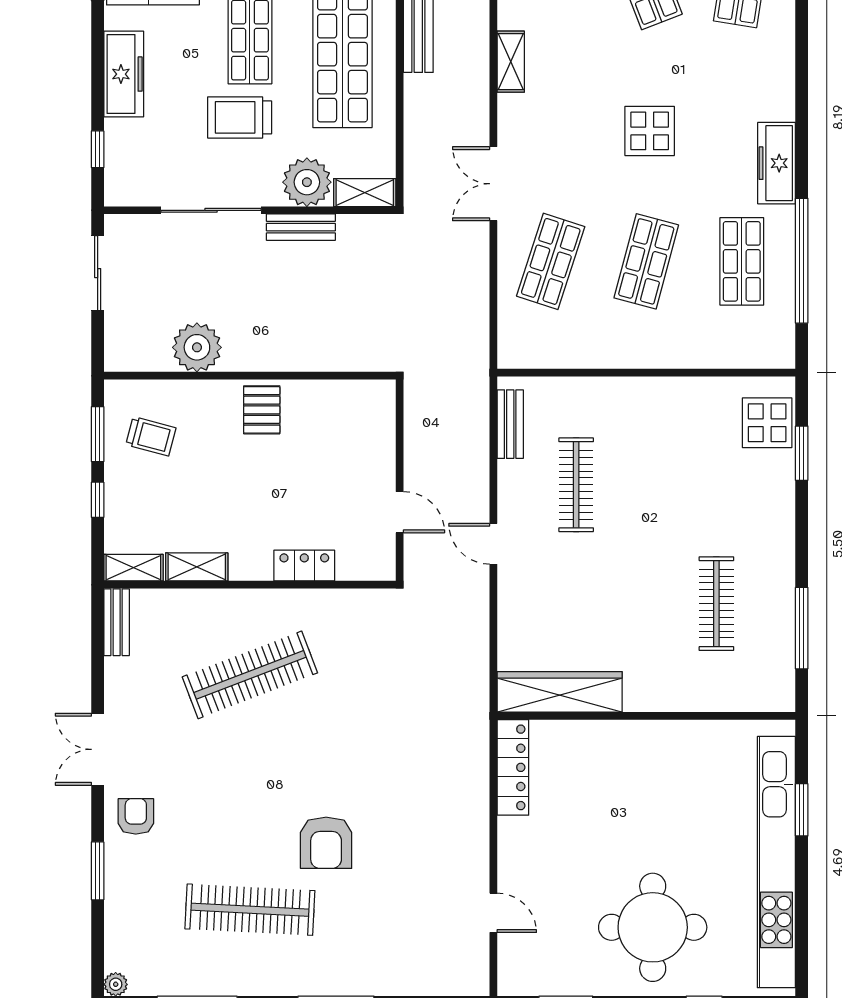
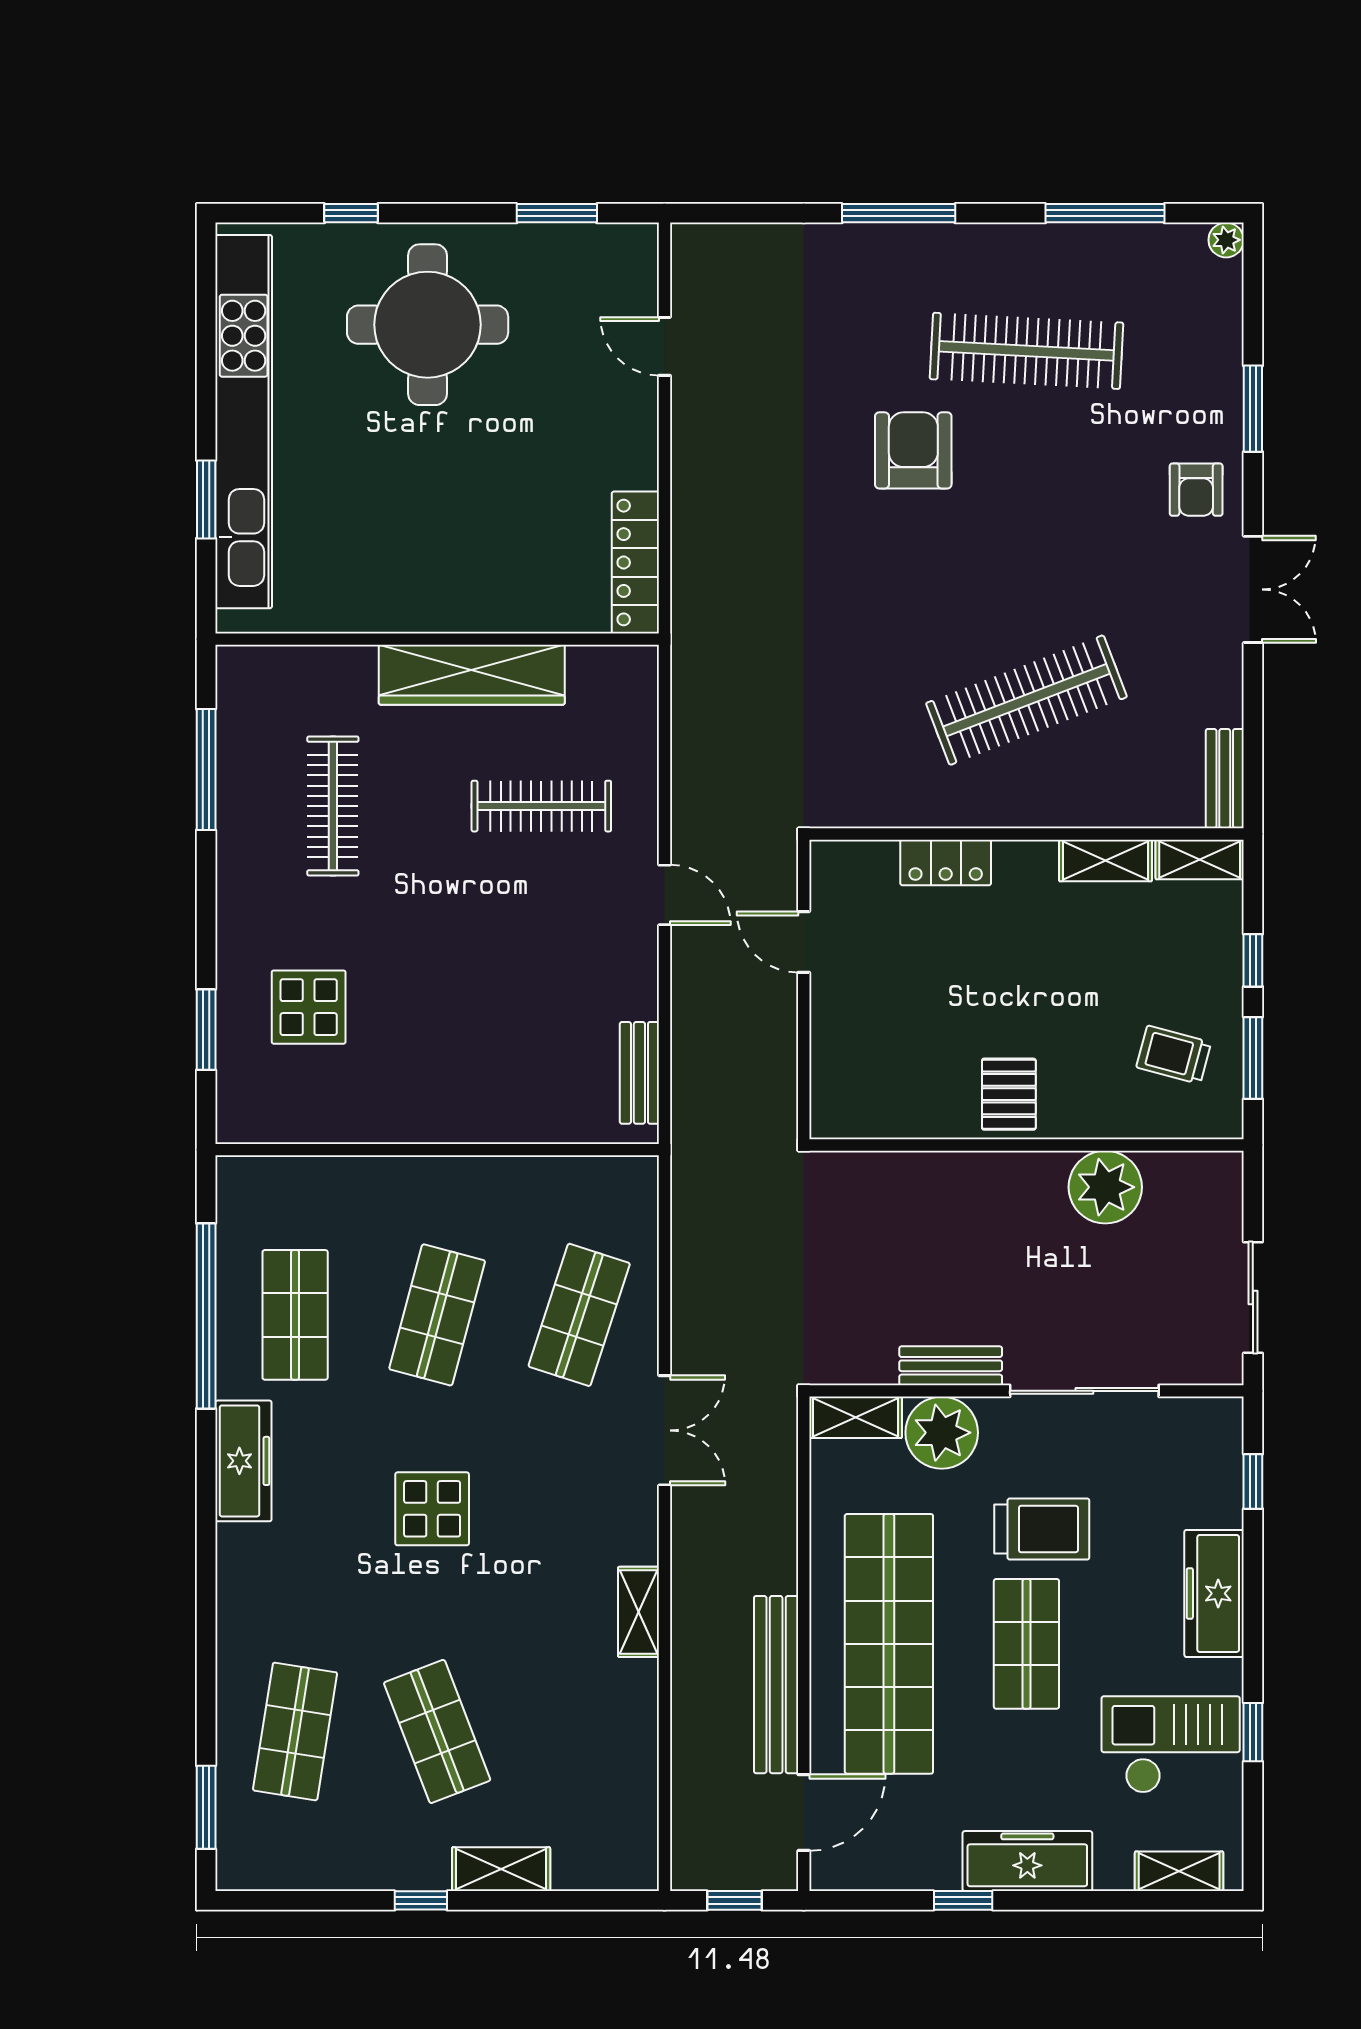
display table: (767, 423) -> (309, 1007), moved
clothes rail: (576, 485) -> (541, 806), moved, turned 90
wardrobe: (560, 692) -> (472, 675), moved

